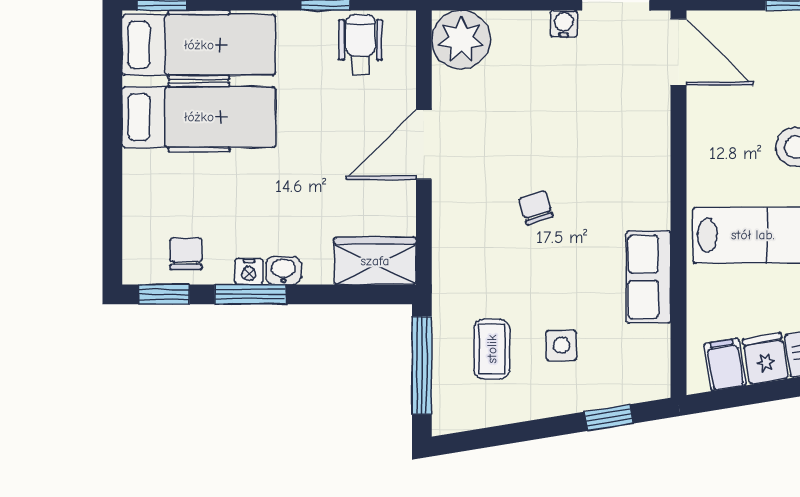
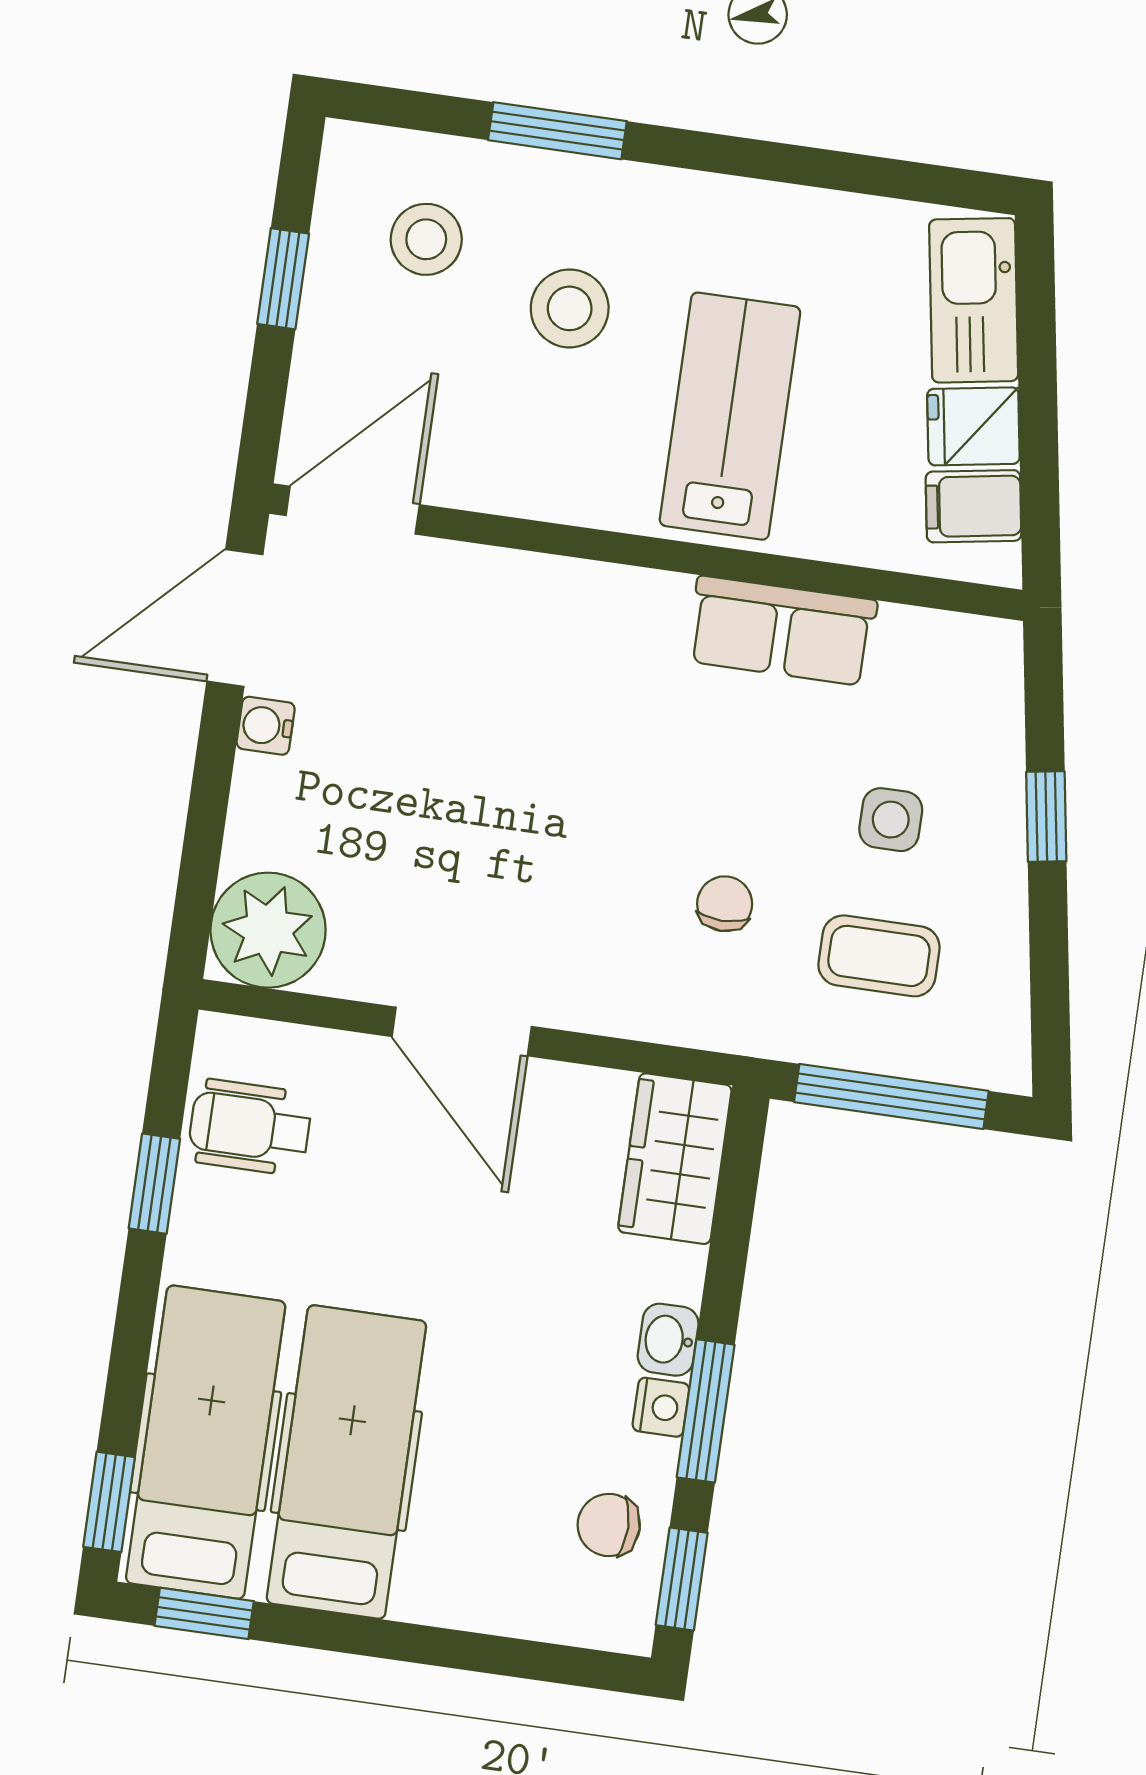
window: (112, 56) -> (204, 1613), added
chair: (536, 208) -> (725, 904), moved, turned 107
window: (609, 418) -> (1046, 817), moved

